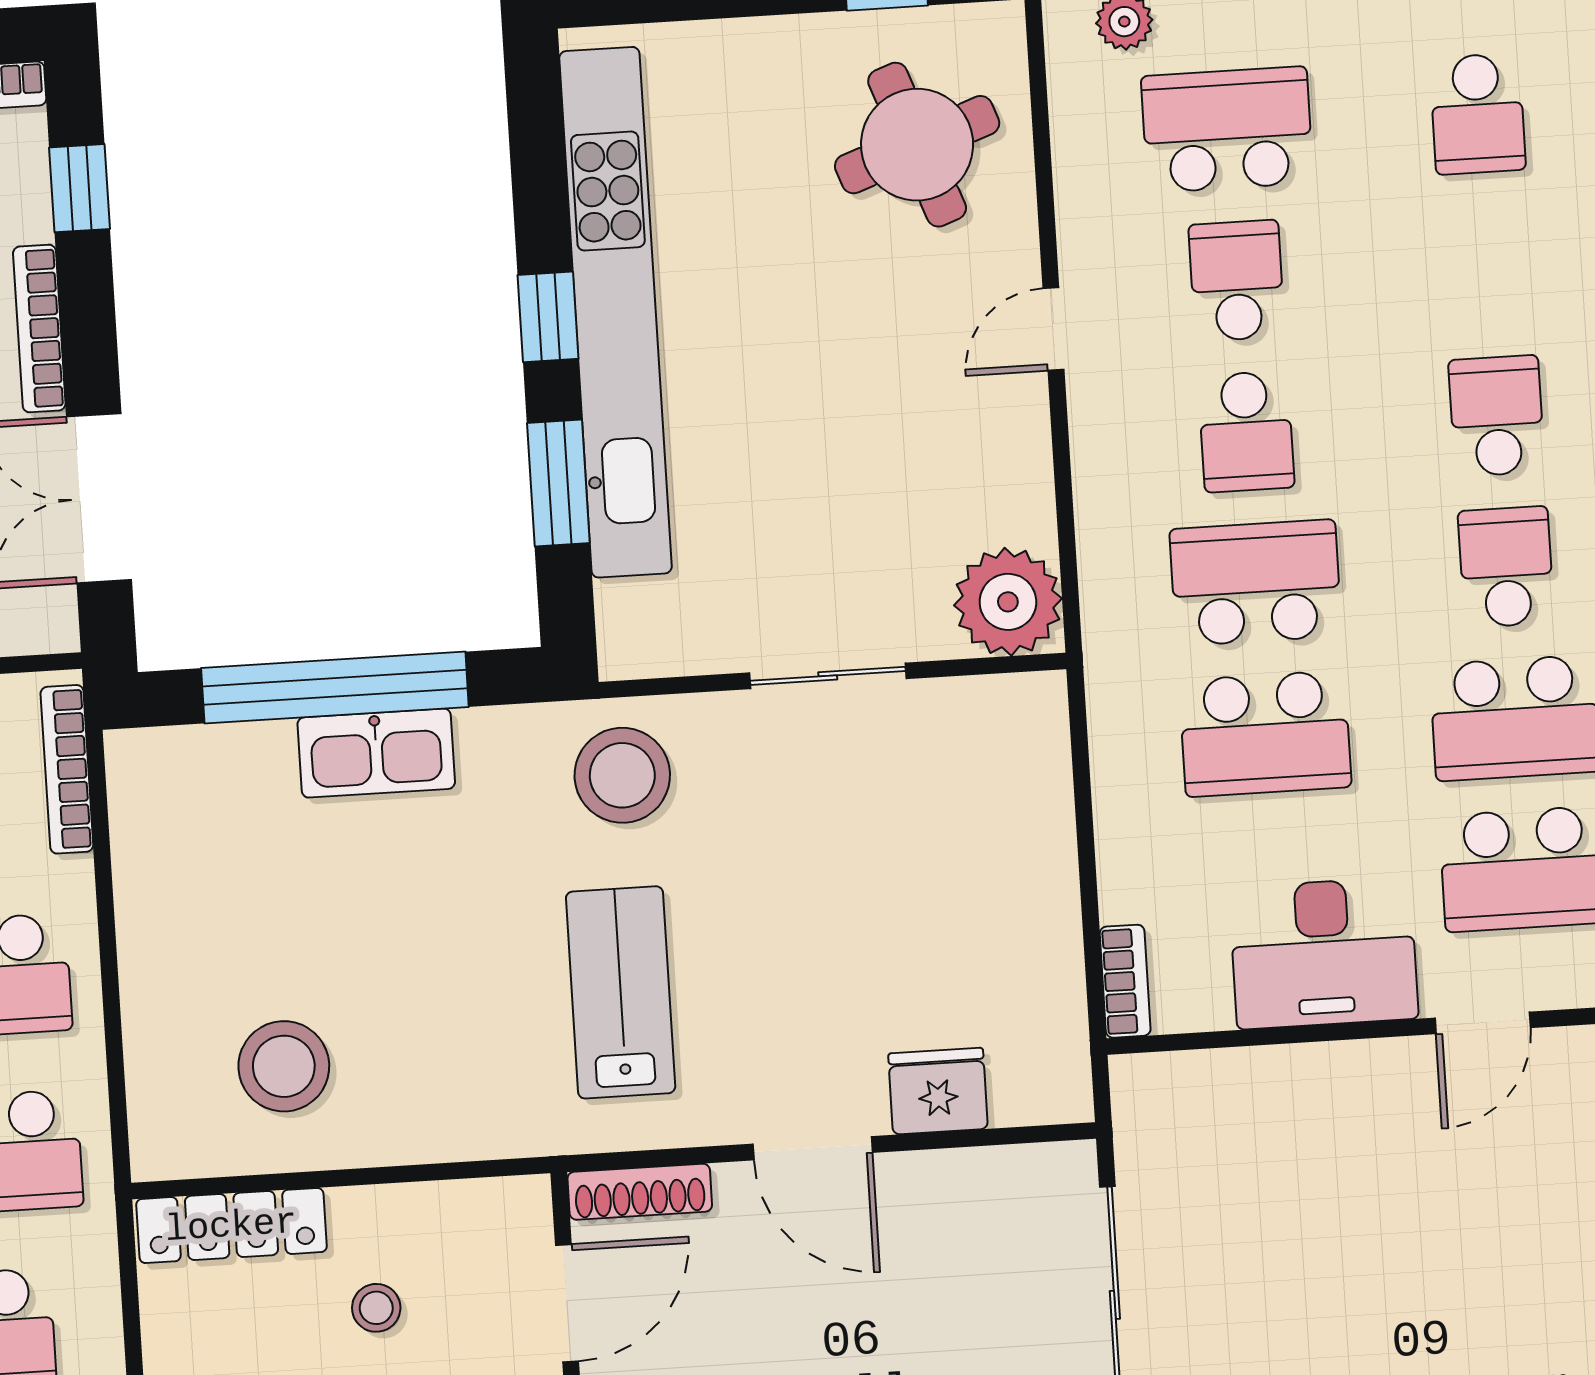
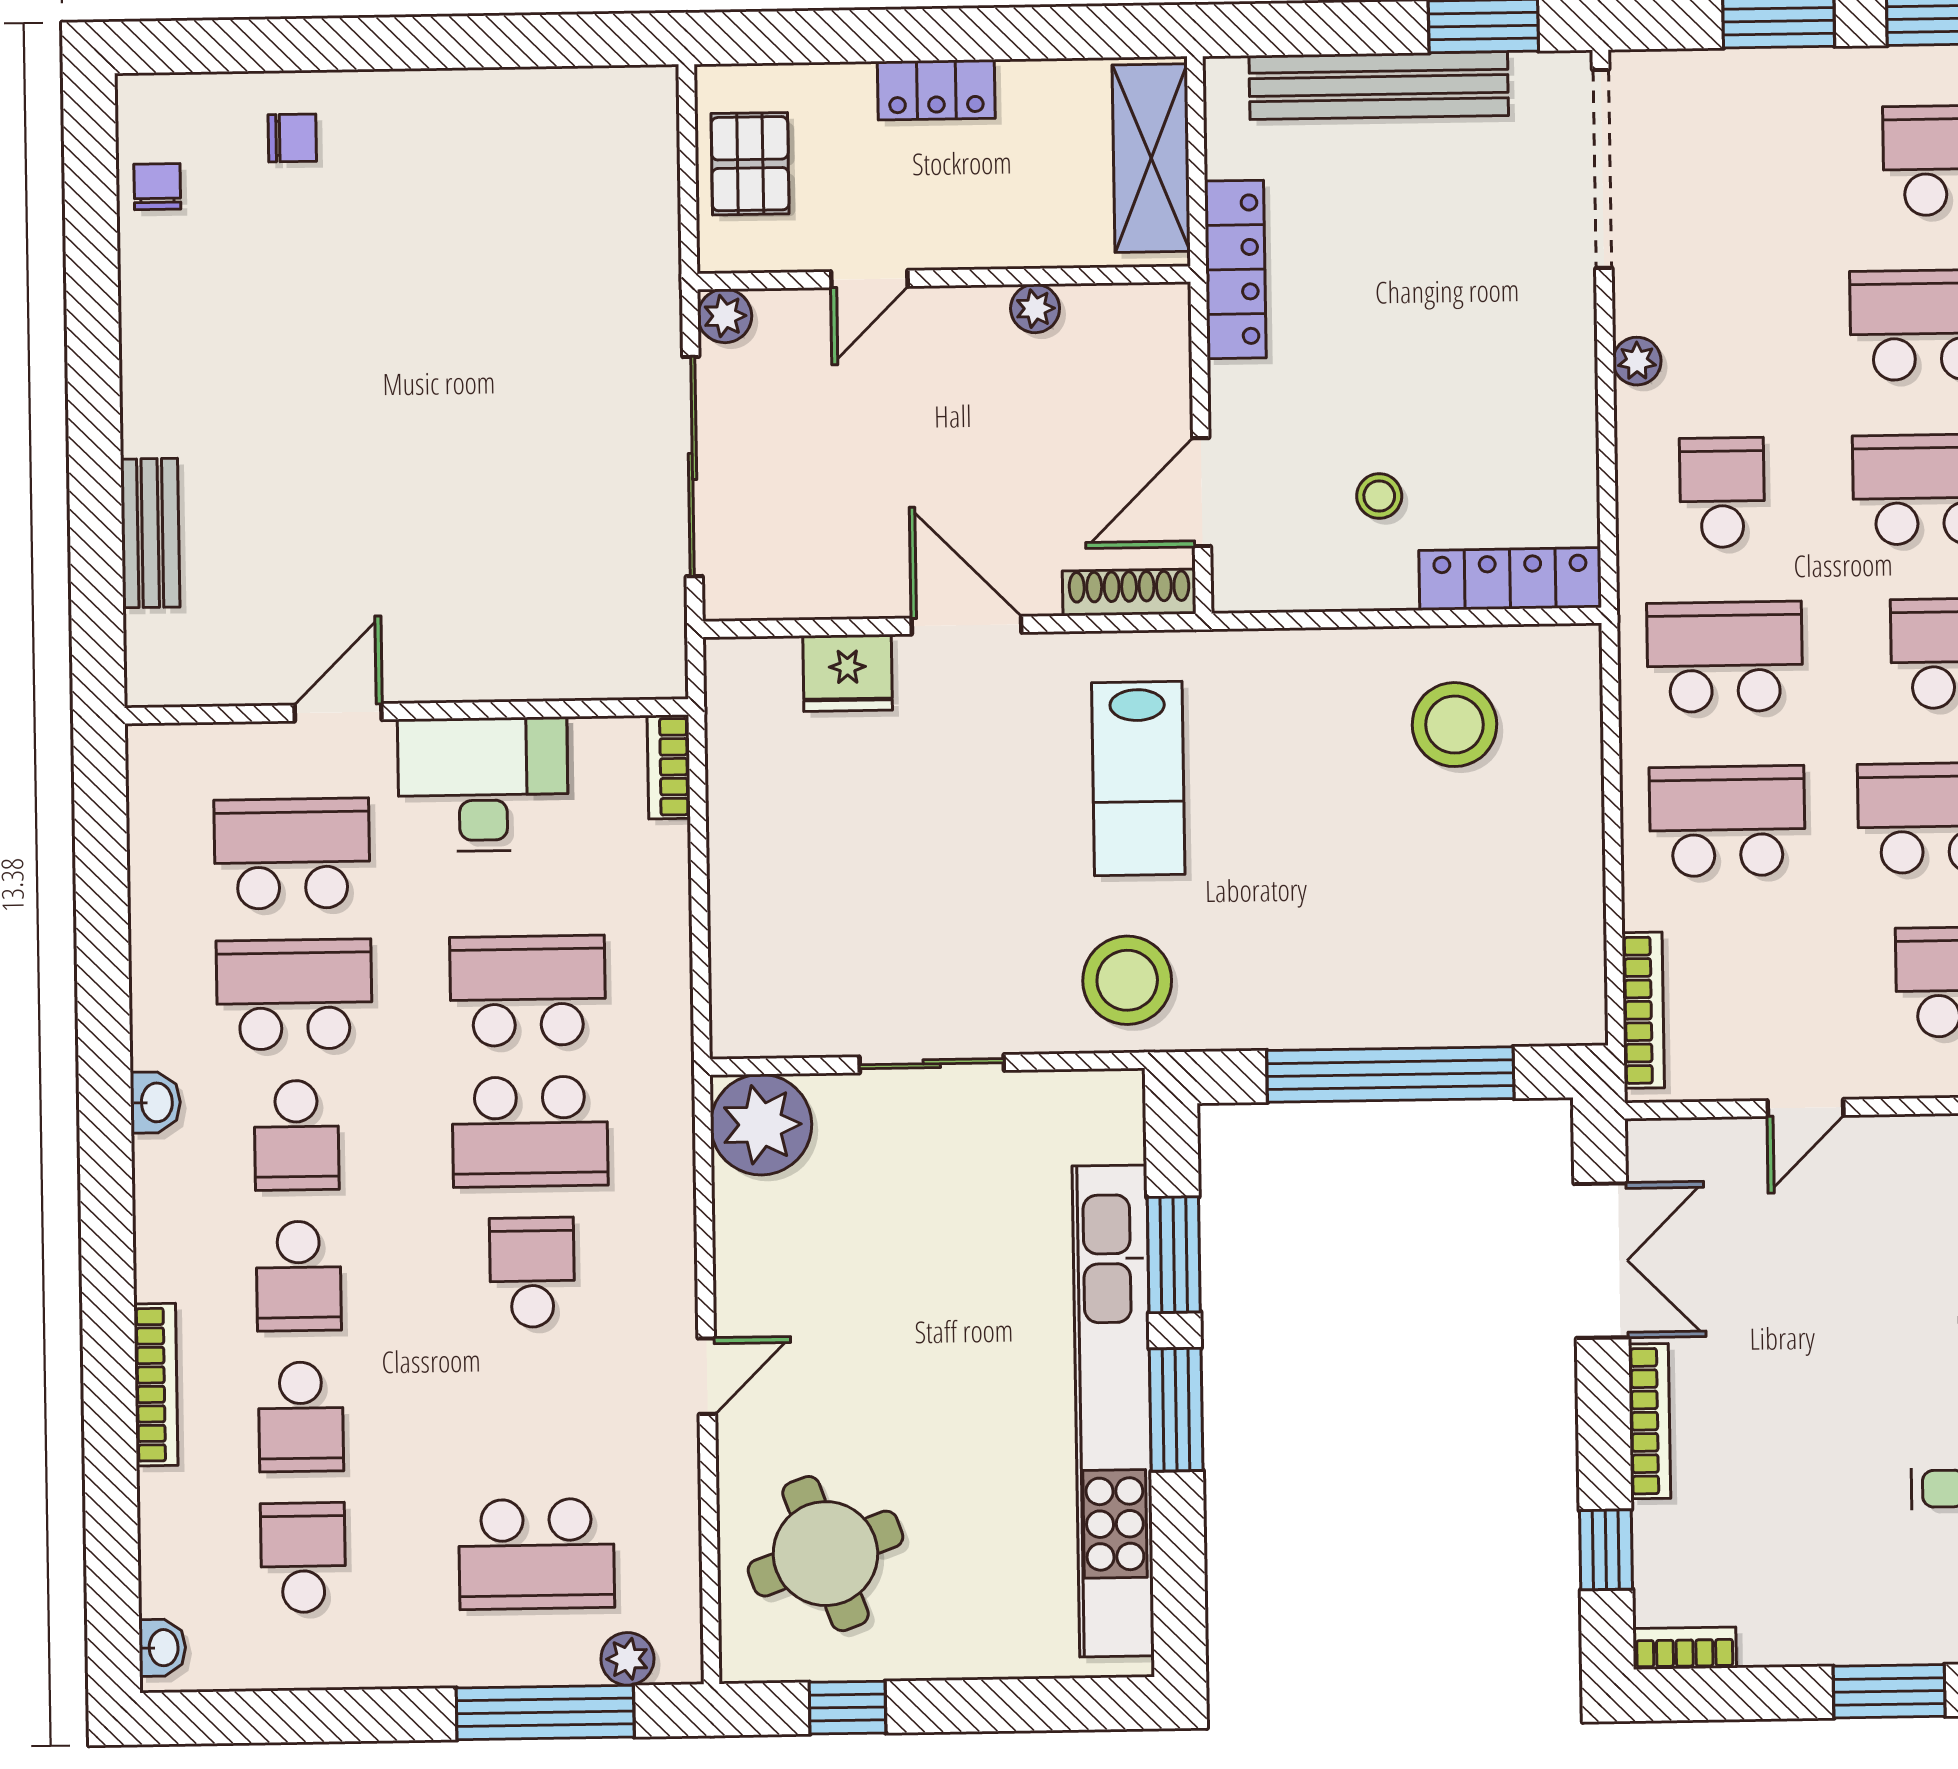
school desk: (1237, 281) -> (301, 1417), moved
window: (548, 317) -> (1176, 1410), width x1.50
kitchen sink: (376, 753) -> (1355, 1012), removed

